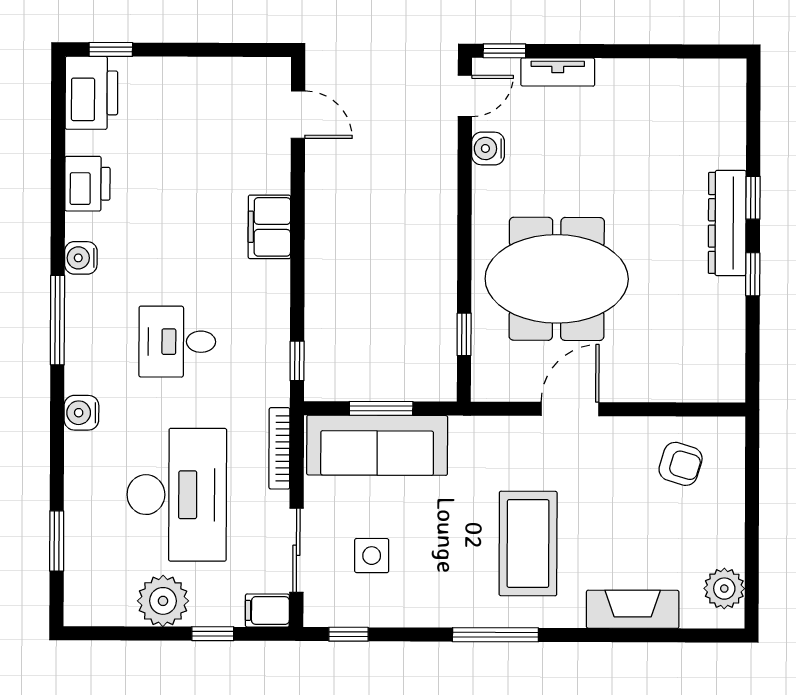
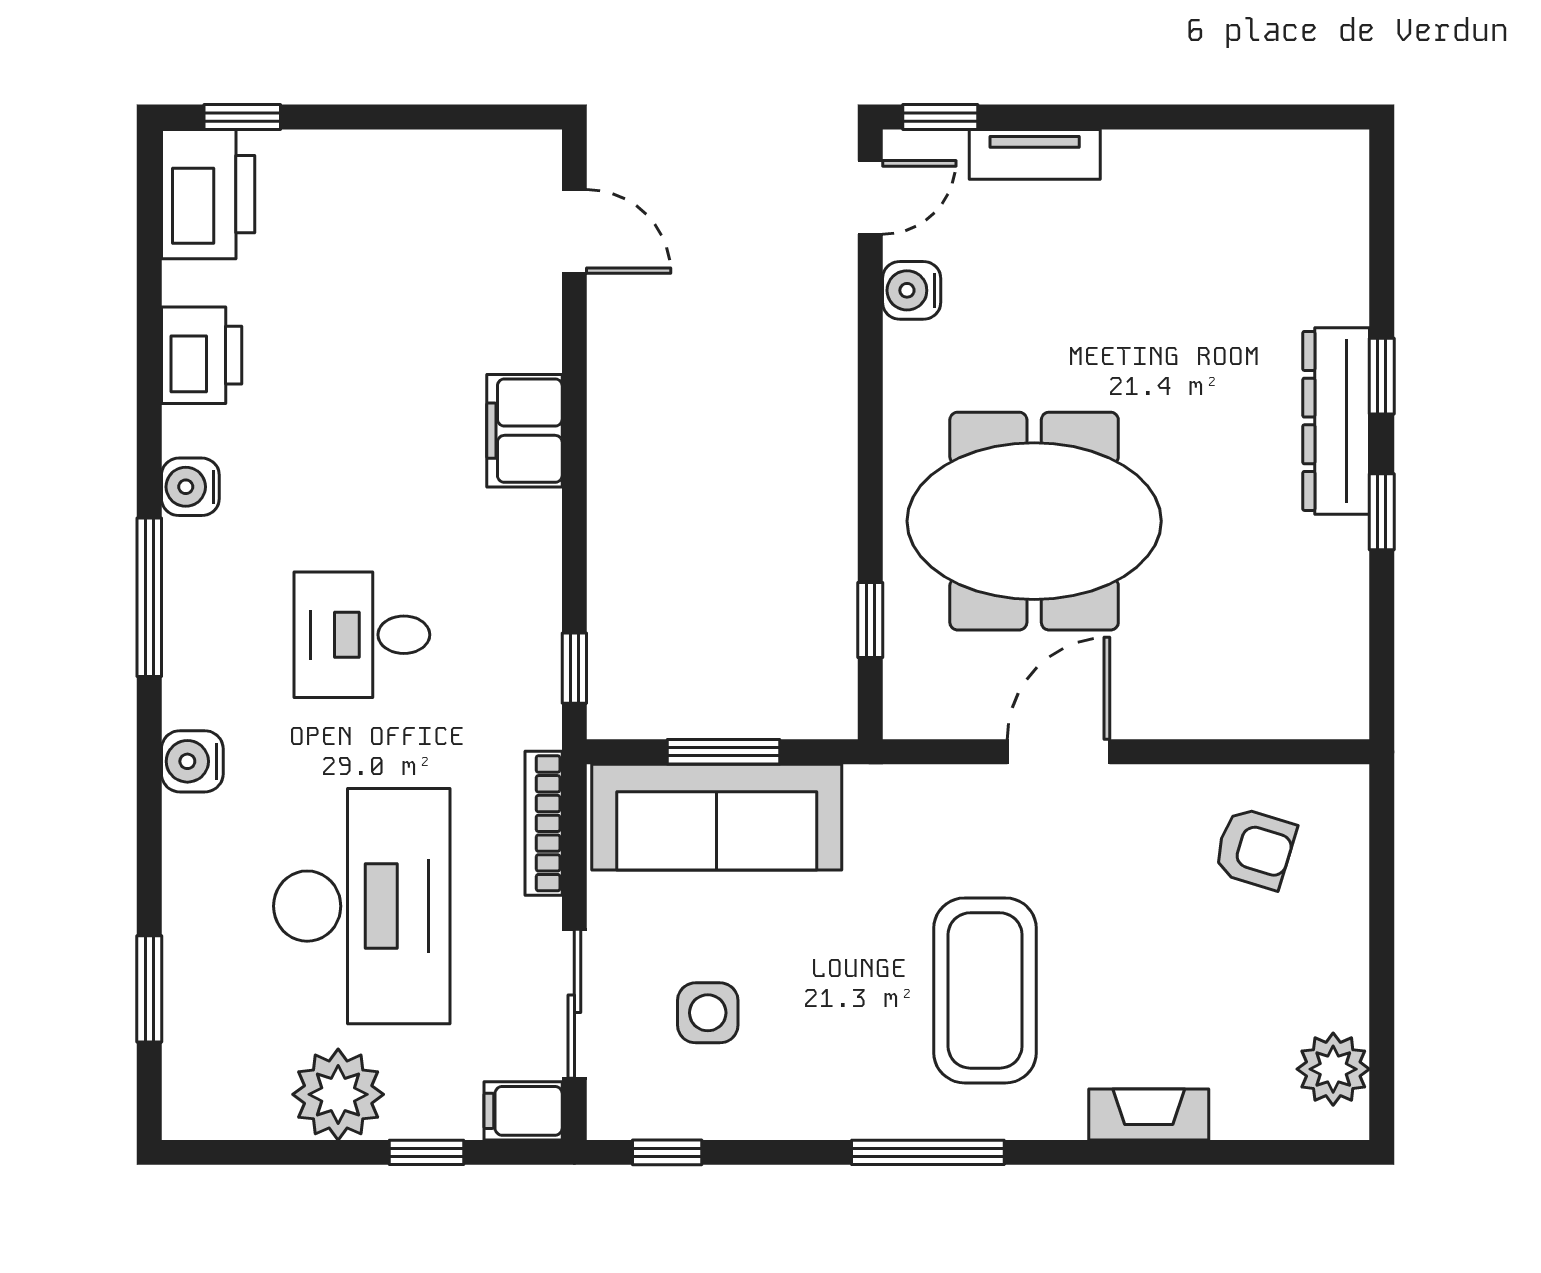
fireplace: (633, 609) -> (1149, 1114), width x0.73, depth x0.76

